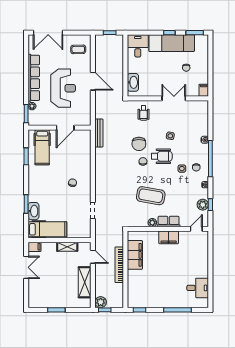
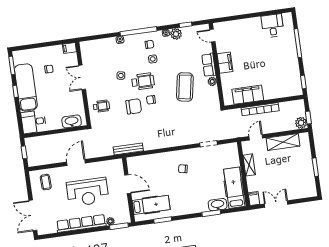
double door: (48, 33) -> (33, 215), swing flipped
reception desk: (63, 88) -> (88, 192), turned 180
wheelchair: (162, 156) -> (143, 81), turned 90
plant: (203, 205) -> (176, 34), moved

